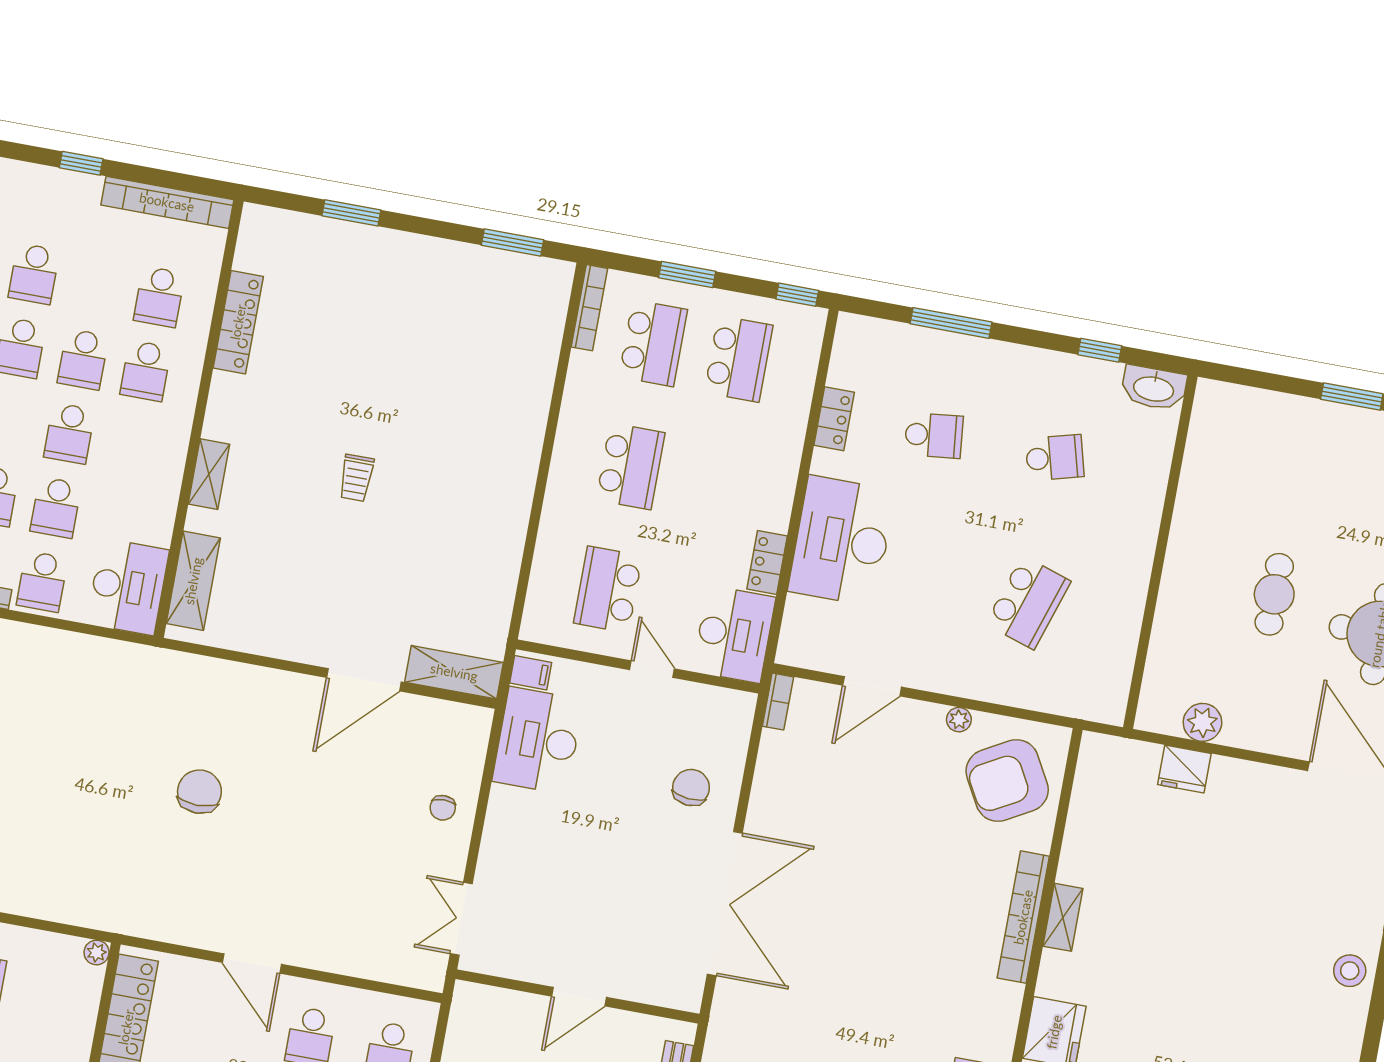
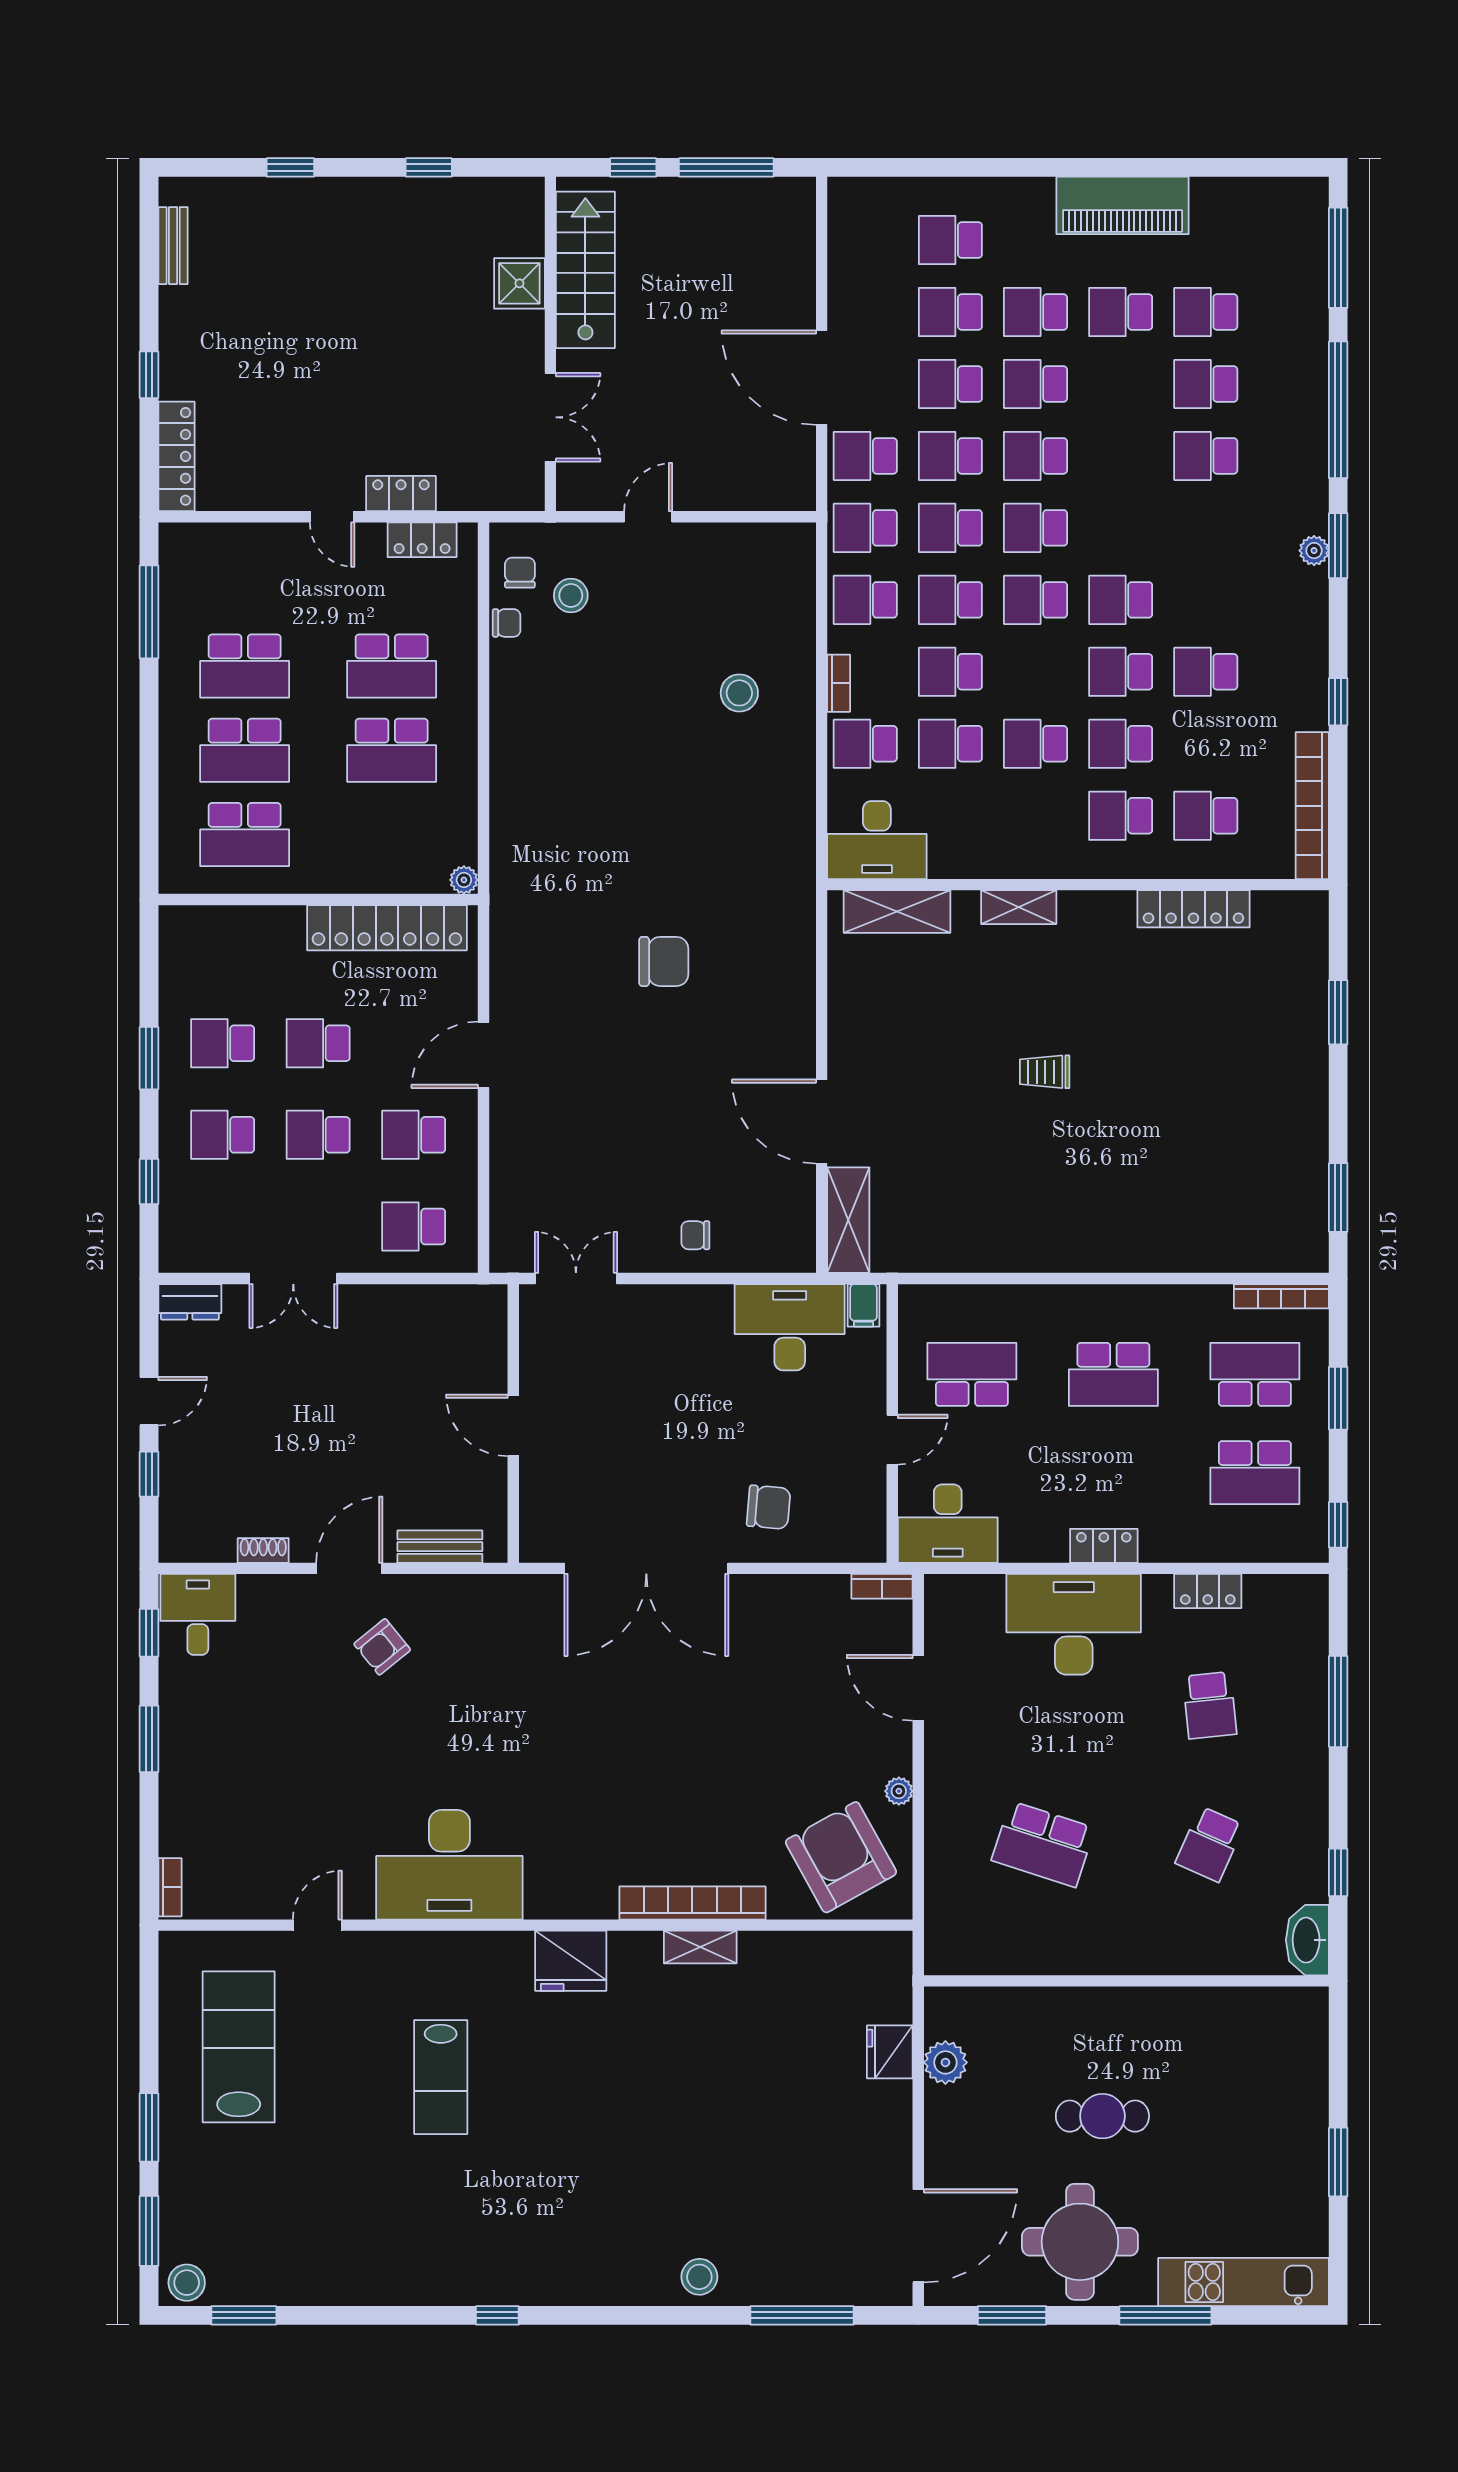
school desk: (653, 343) -> (1255, 1374), turned 180
school desk: (1055, 458) -> (1210, 1844), turned 39
locker: (767, 562) -> (1104, 1546), moved

